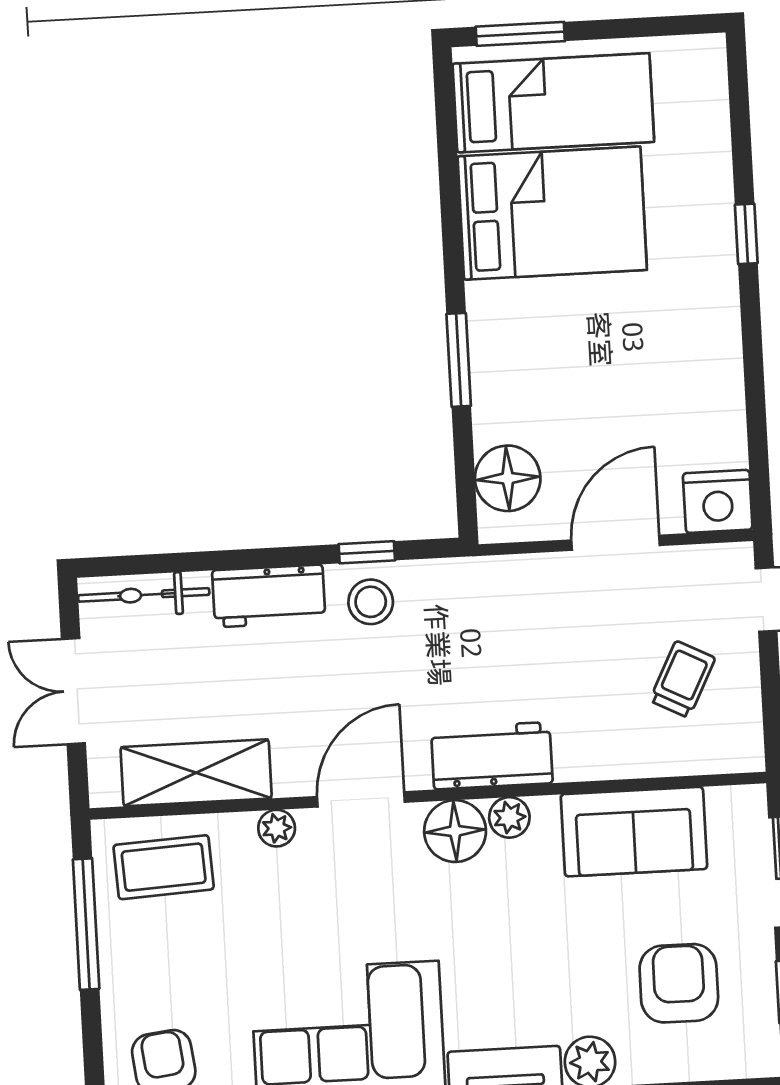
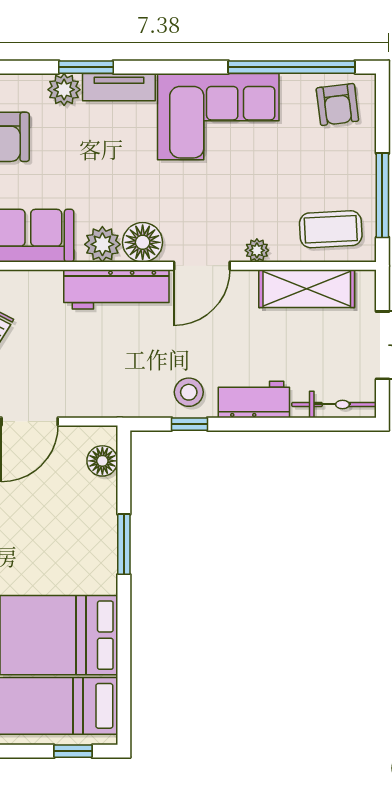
window: (520, 34) -> (73, 751), width x0.67
floor lamp: (508, 478) -> (102, 461), width x0.73, depth x0.73
workbench: (492, 756) -> (116, 289), width x1.37
plant: (509, 817) -> (102, 244), width x1.38, depth x1.38

